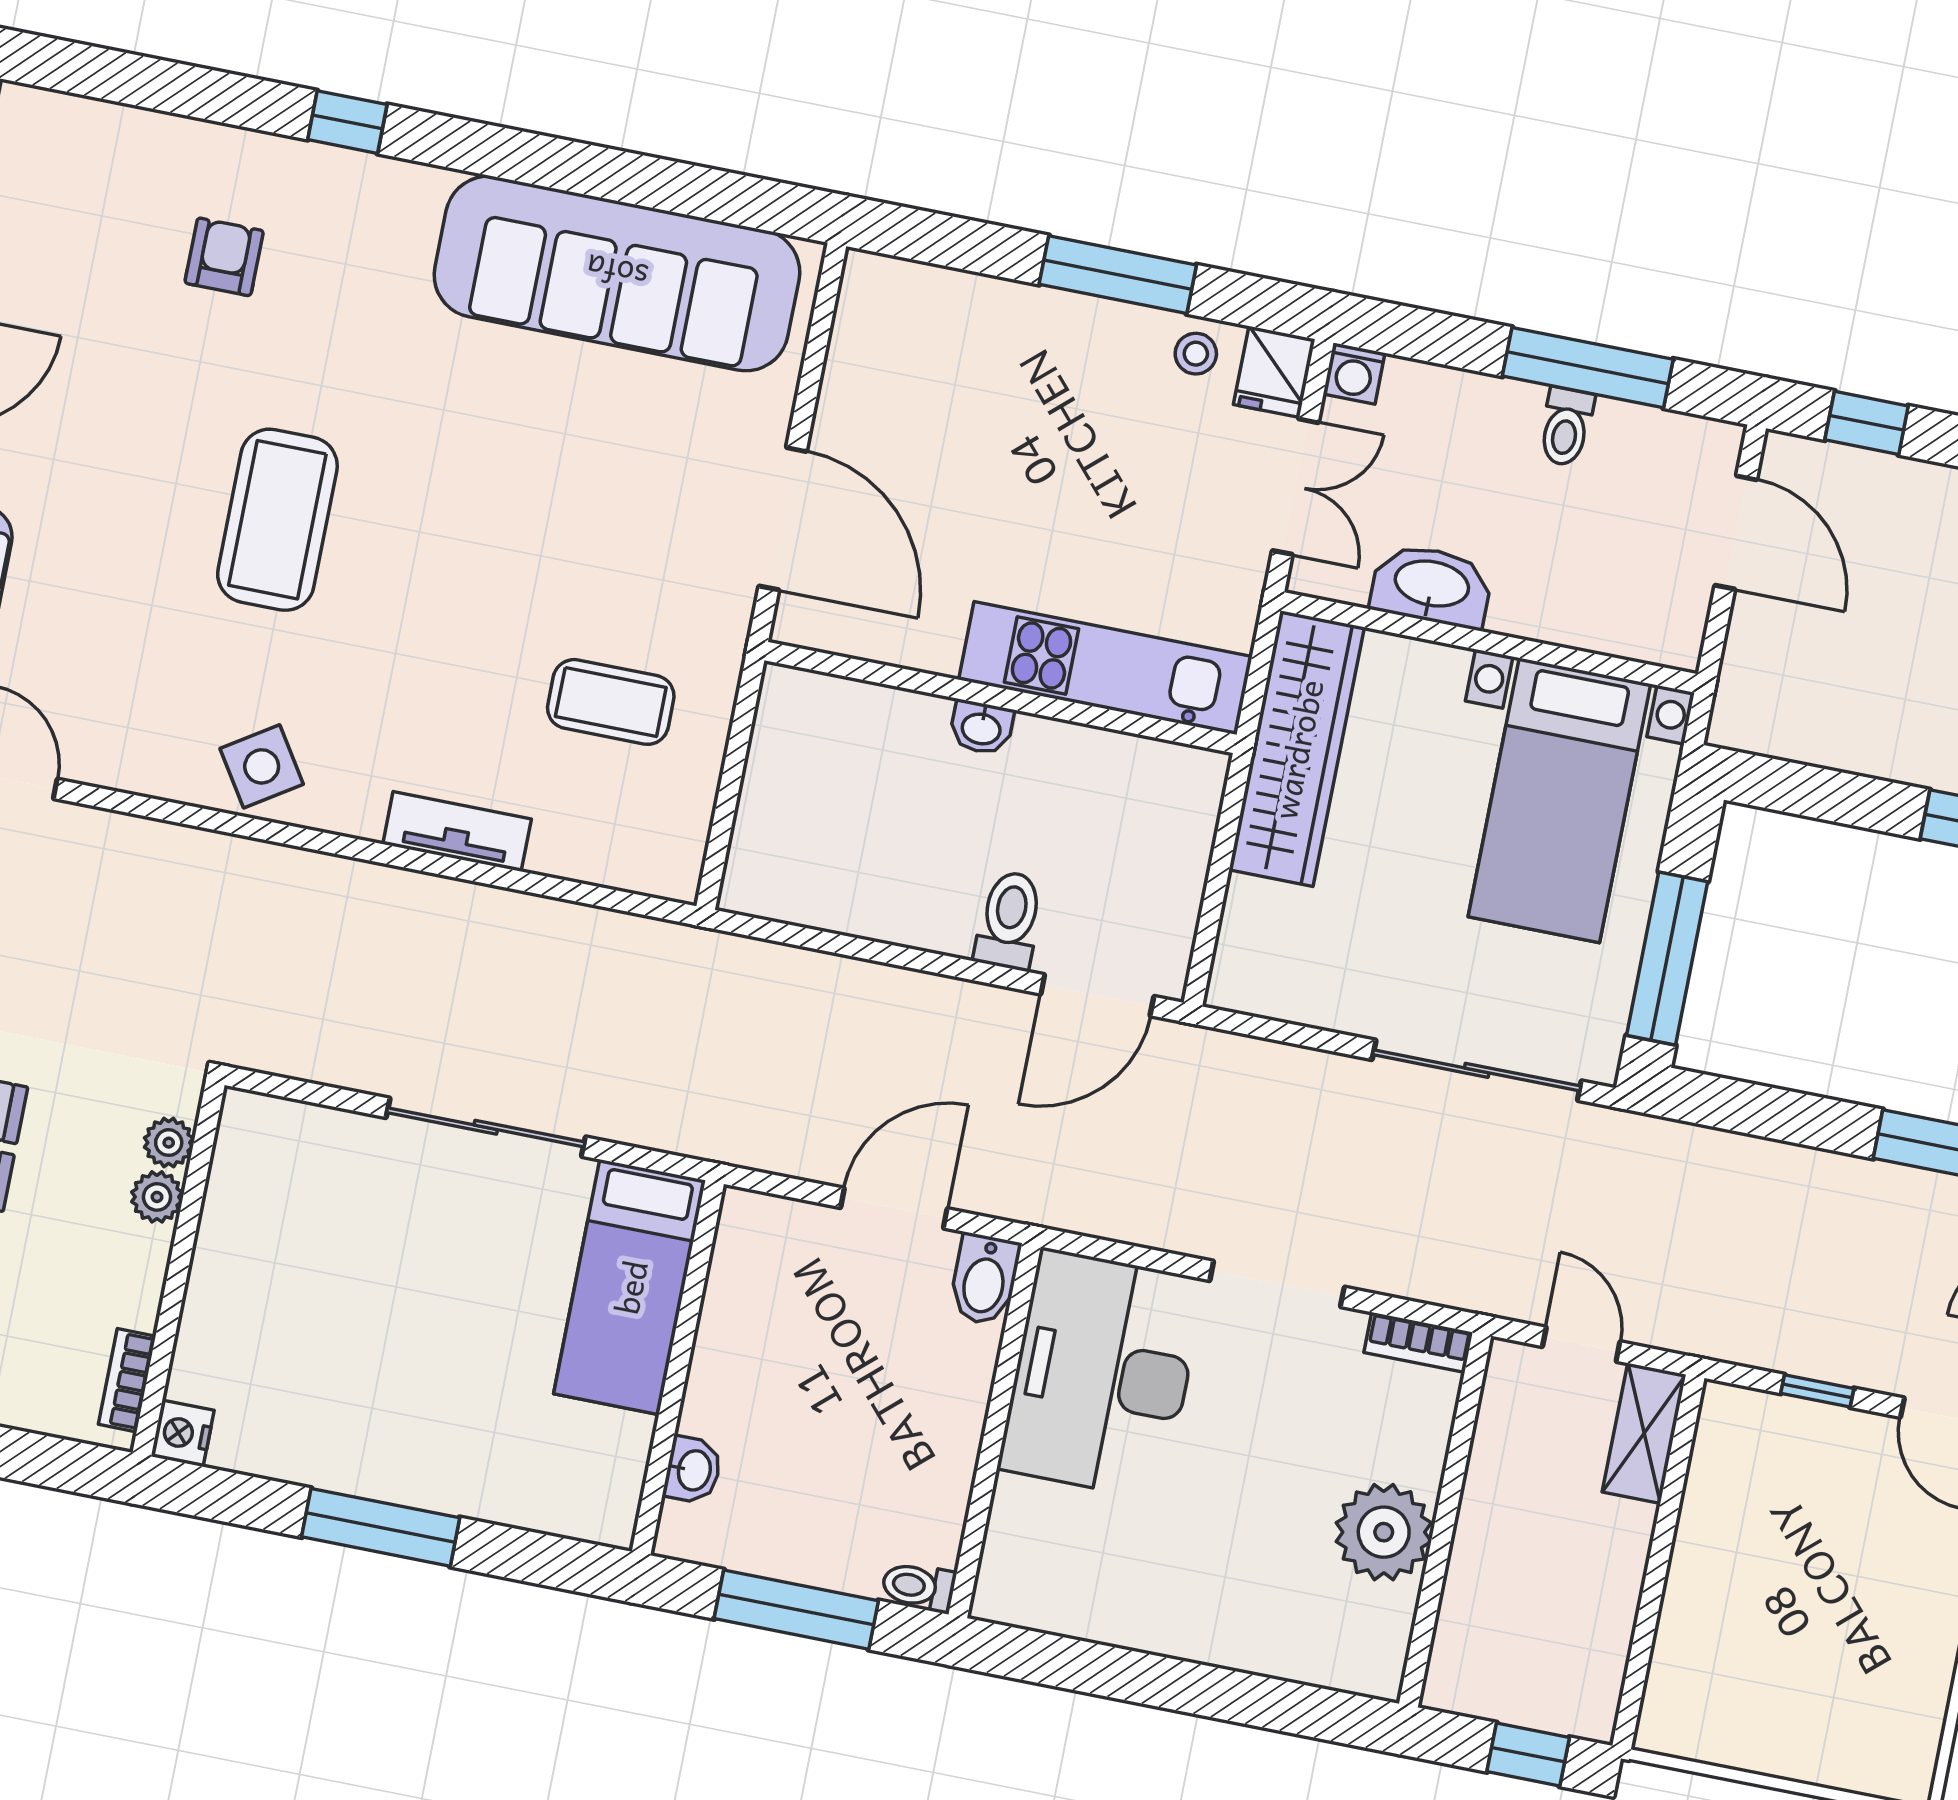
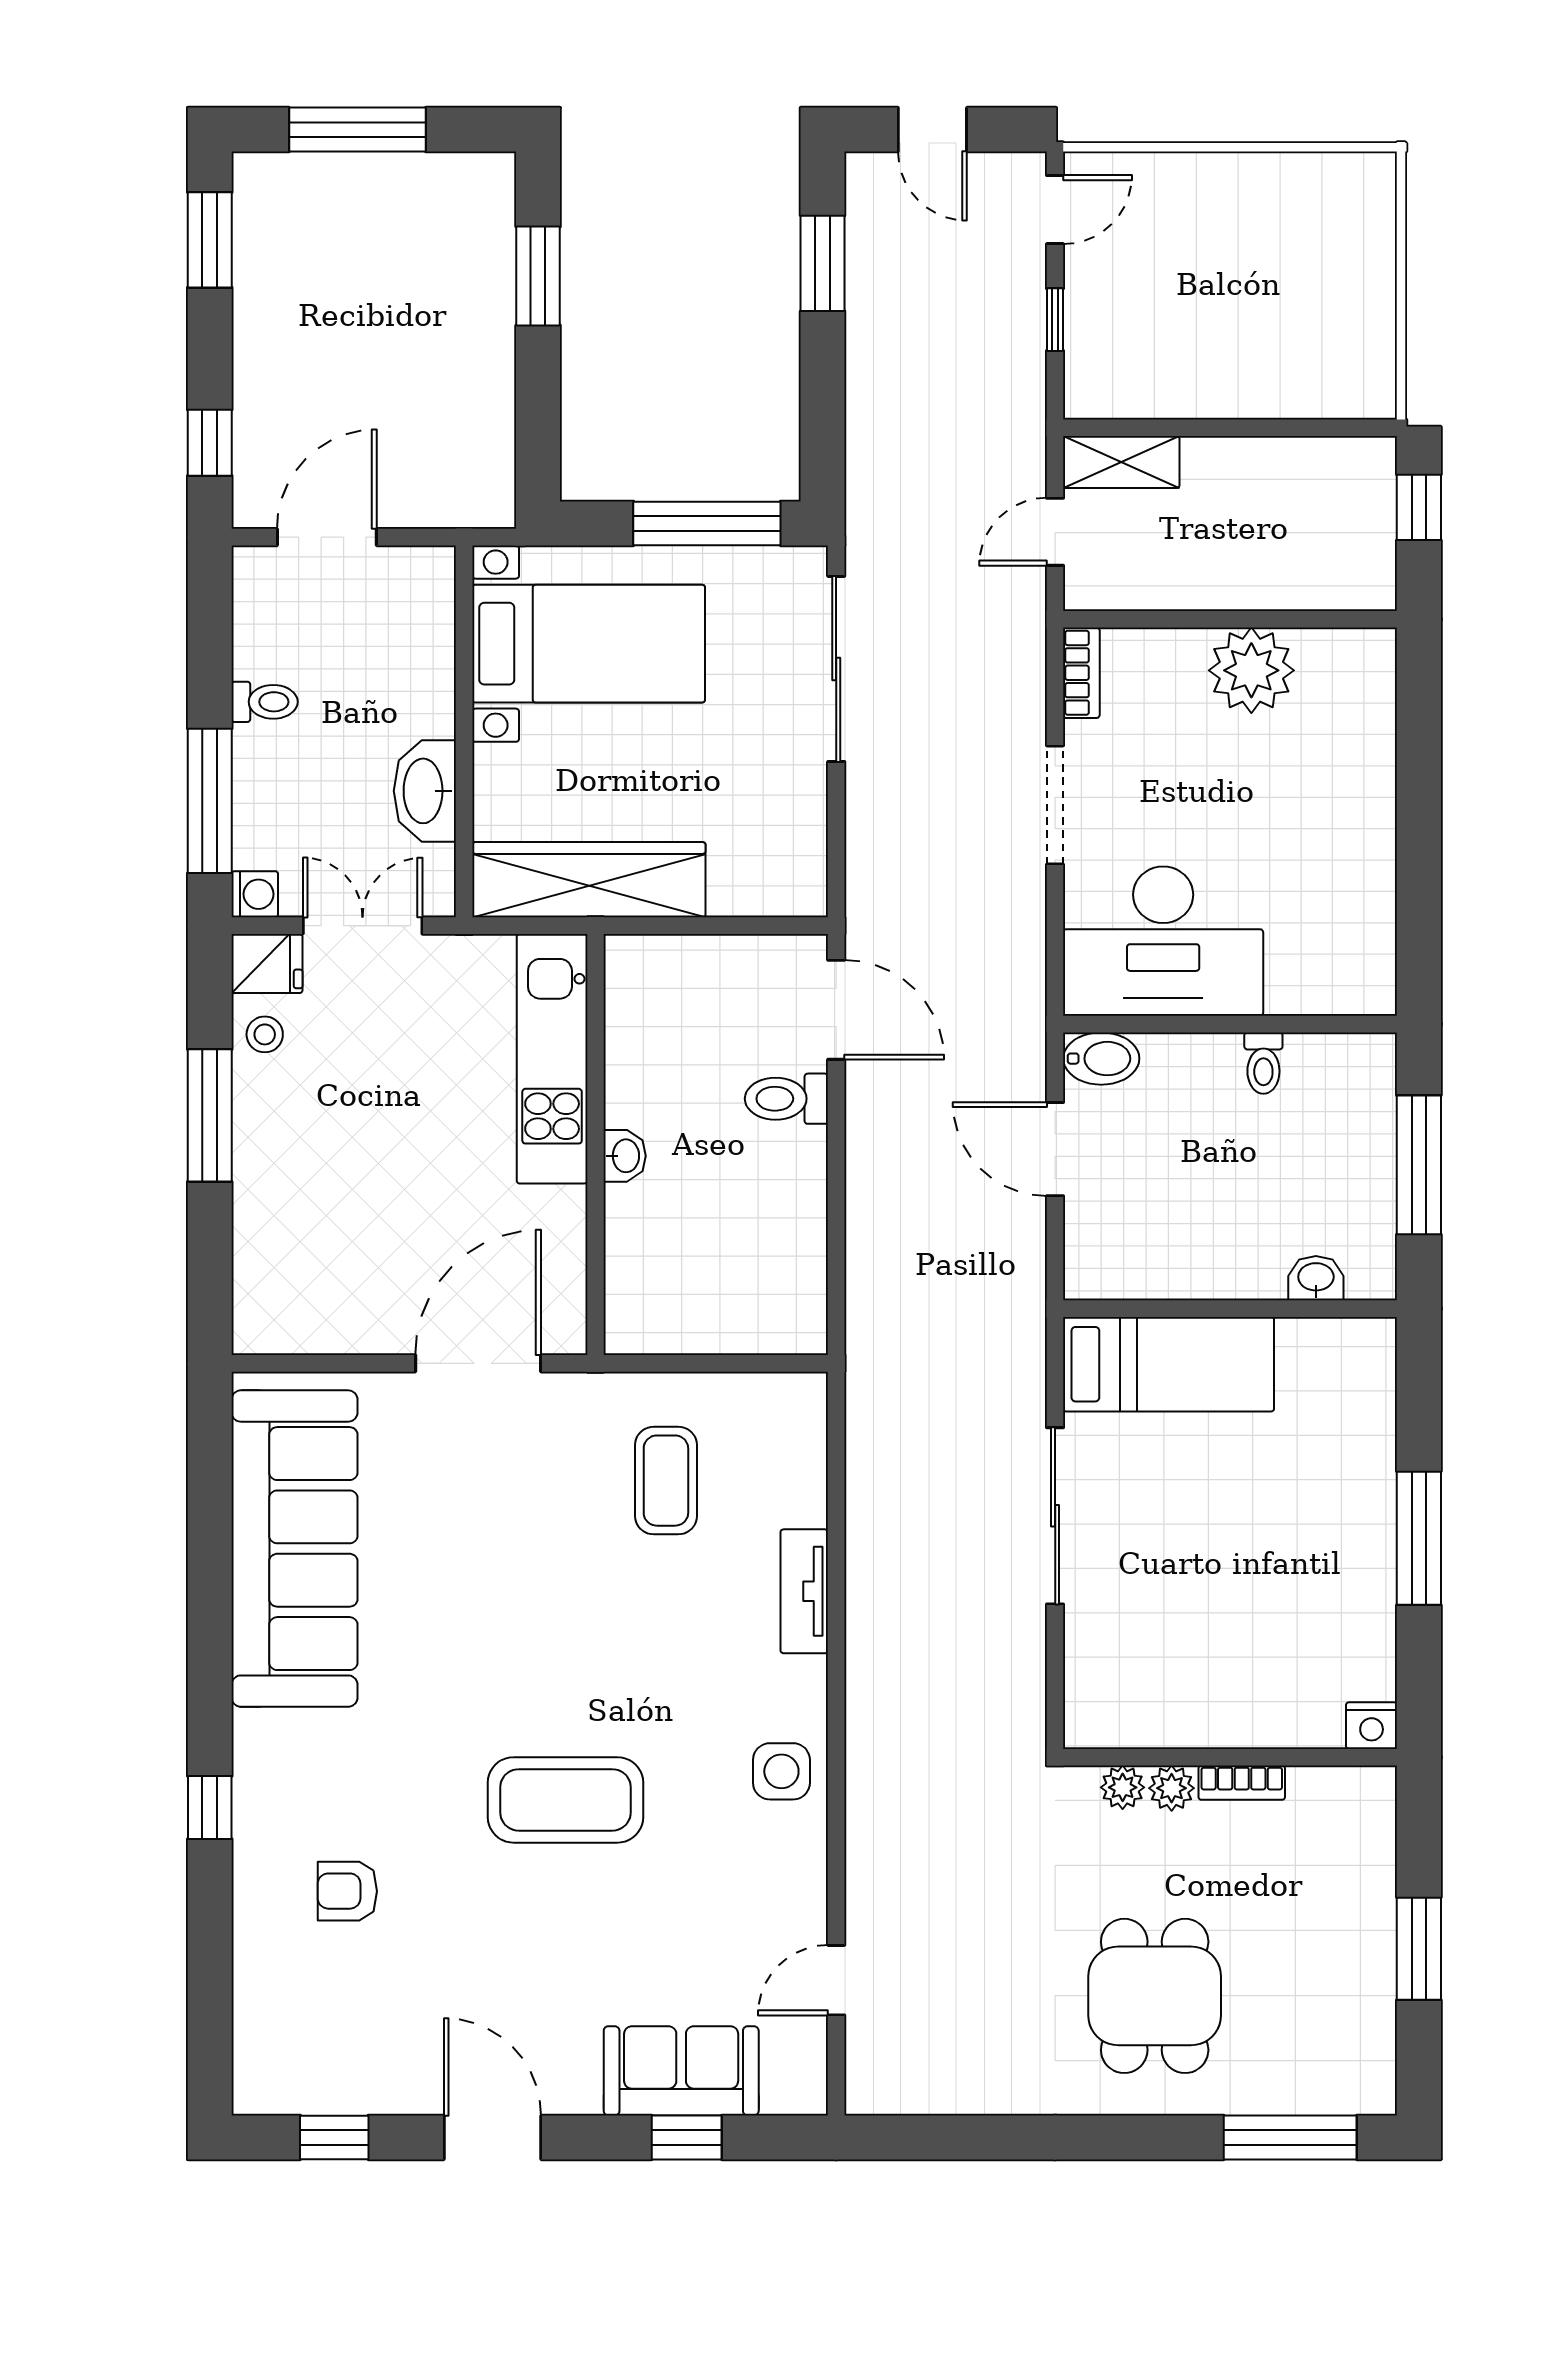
window: (1588, 368) -> (210, 801), moved
side table: (262, 766) -> (781, 1771), turned 33
bookcase: (127, 1380) -> (1242, 1783), moved
toilet: (918, 1587) -> (1263, 1063), moved

